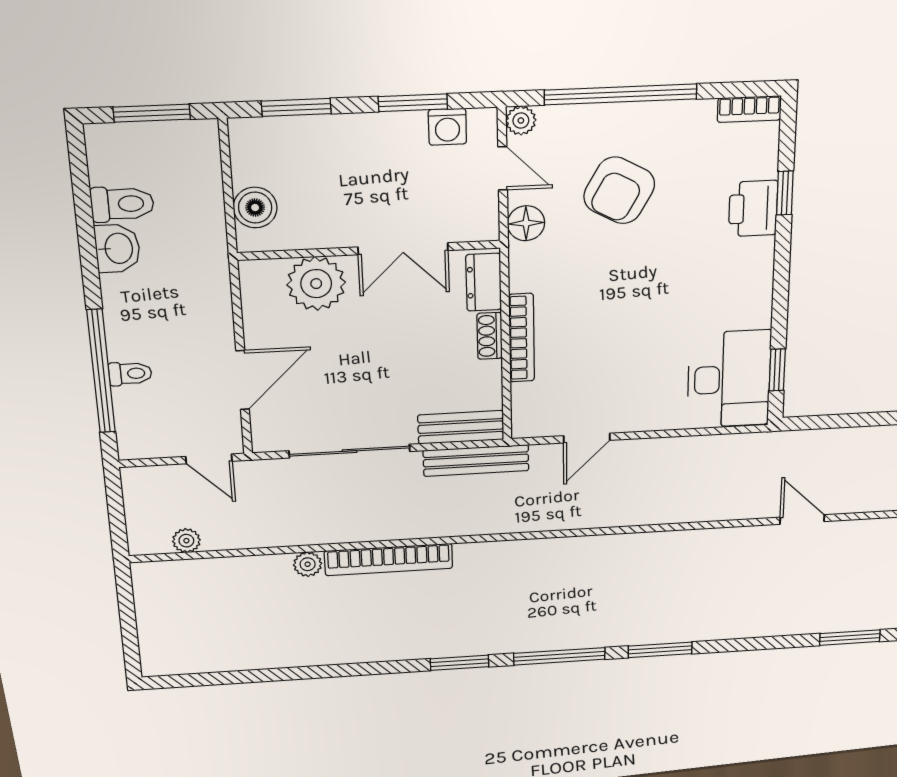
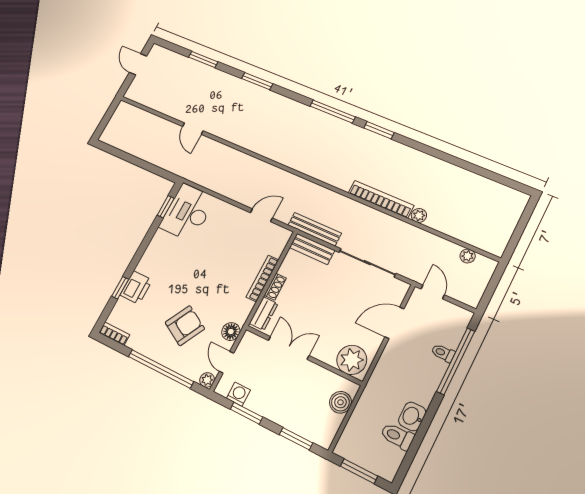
plant: (316, 284) -> (352, 360), moved
window: (660, 650) -> (257, 81), moved

